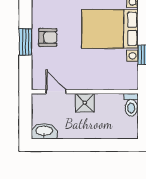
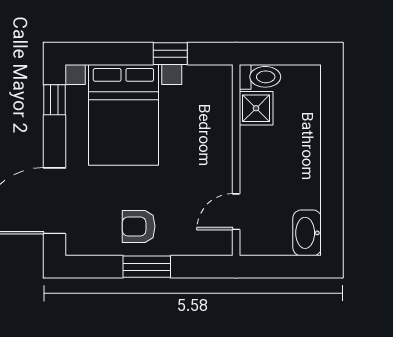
armchair: (48, 37) -> (139, 226), turned -90
shower: (85, 103) -> (256, 108), moved

